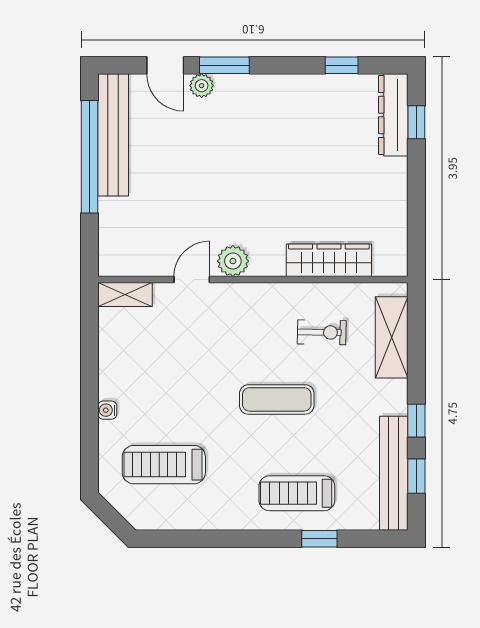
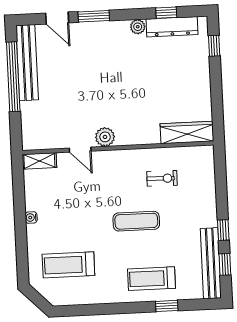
plant: (202, 86) -> (138, 27), moved
dresser: (393, 115) -> (172, 27), moved, turned -90
wardrobe: (329, 260) -> (187, 132), moved
door: (192, 279) -> (80, 150), swing flipped
shelving: (392, 337) -> (205, 179), removed
water cooler: (107, 410) -> (31, 218), moved

